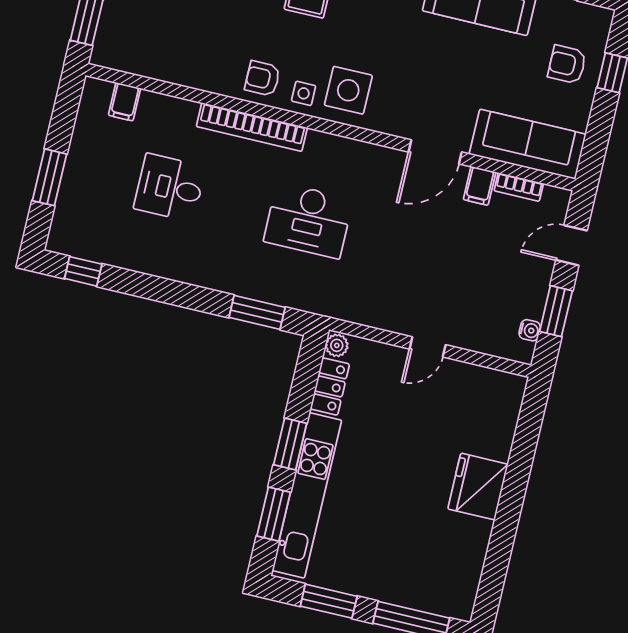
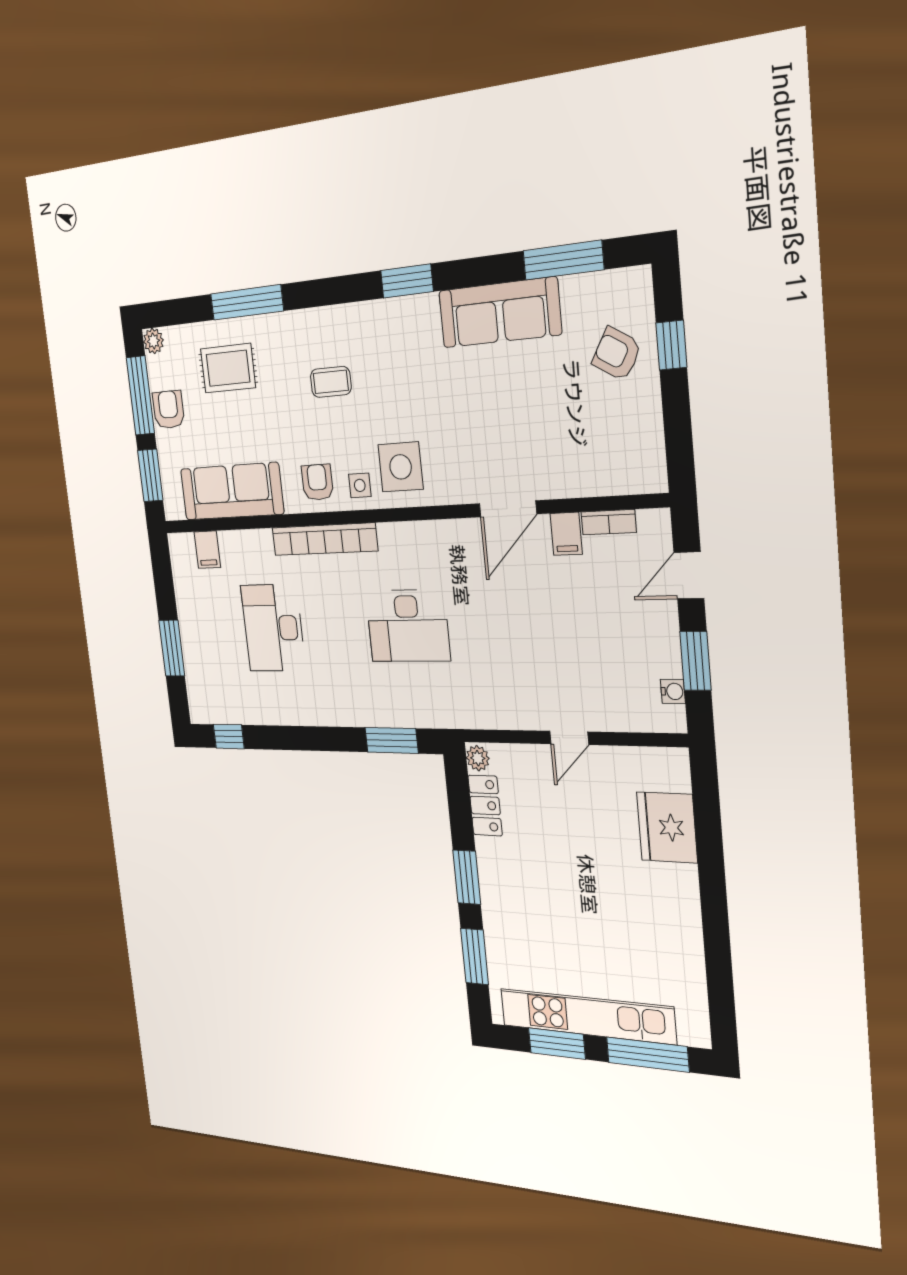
armchair: (567, 64) -> (617, 354), turned 31
armchair: (262, 78) -> (317, 482), turned 90
sofa: (528, 144) -> (232, 491), moved
desk: (170, 188) -> (273, 628), width x1.37
fridge: (478, 487) -> (667, 827), moved
kitchen unit: (307, 495) -> (587, 1016), moved, turned -90

